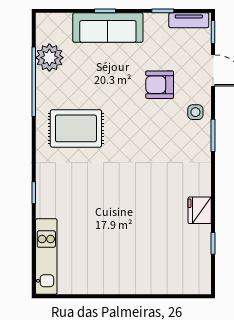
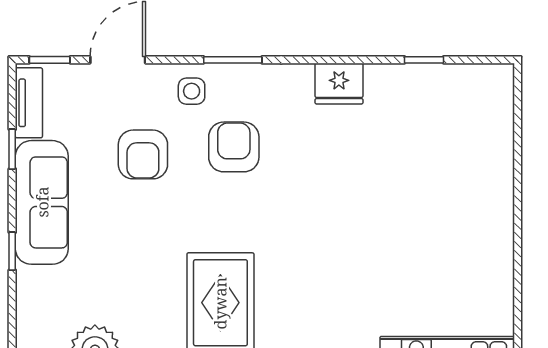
sofa: (108, 28) -> (42, 202), moved
armchair: (164, 136) -> (234, 147), added
fridge: (200, 210) -> (339, 84), moved

